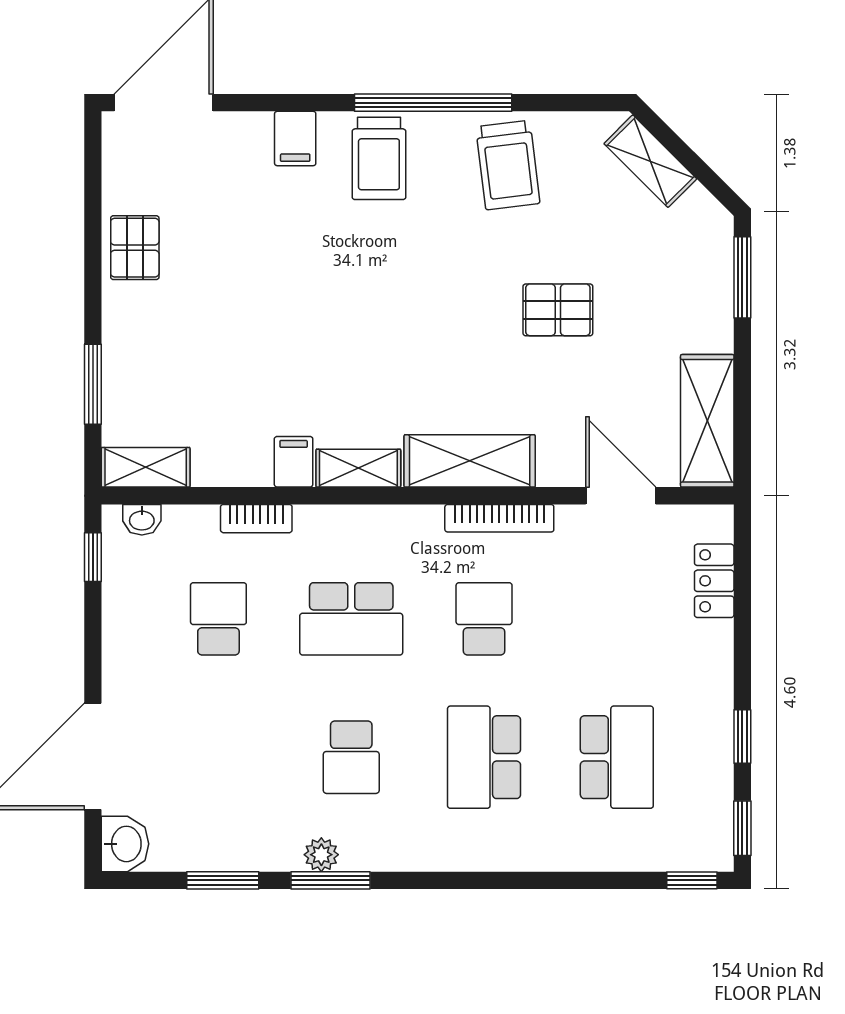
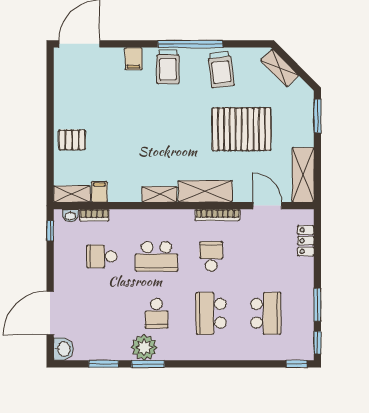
pallet: (135, 248) -> (72, 140), moved, turned 90
pallet: (558, 310) -> (242, 129), width x2.05, depth x2.00
window: (93, 384) -> (50, 160), removed
filing cabinet: (294, 462) -> (99, 192), moved
bookcase: (256, 519) -> (94, 215), moved
school desk: (218, 619) -> (102, 256), turned -90
window: (742, 736) -> (317, 305), width x1.50
plant: (321, 855) -> (144, 347), width x1.88, depth x1.88

